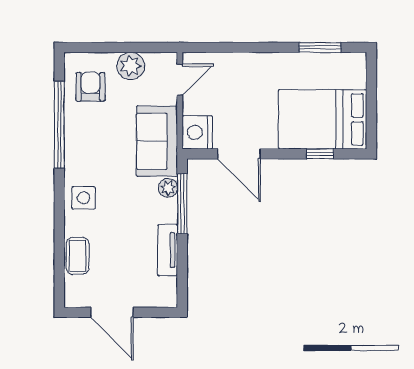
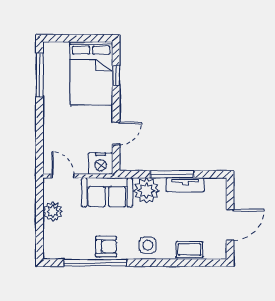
window: (320, 47) -> (40, 75), width x1.44
armchair: (90, 87) -> (106, 247), moved, turned 180
door: (239, 154) -> (116, 133), width x0.73
plant: (168, 188) -> (147, 191), width x1.87, depth x1.87
window: (182, 204) -> (172, 174), moved

